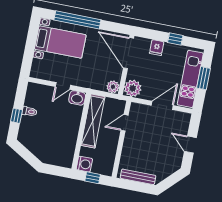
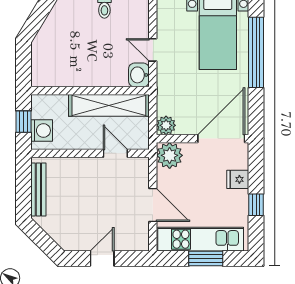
washing machine: (84, 164) -> (42, 131), moved, turned -90

